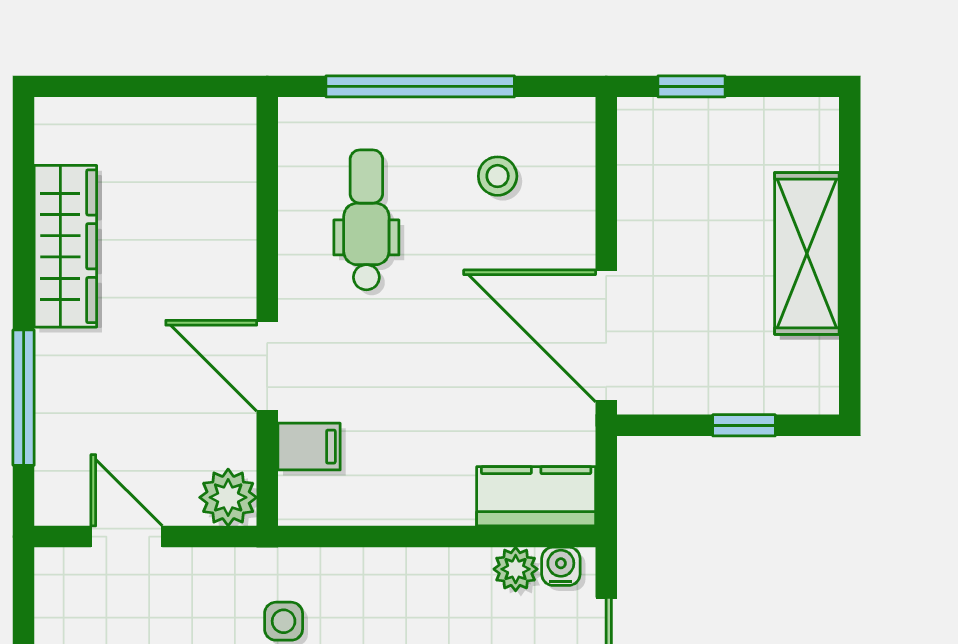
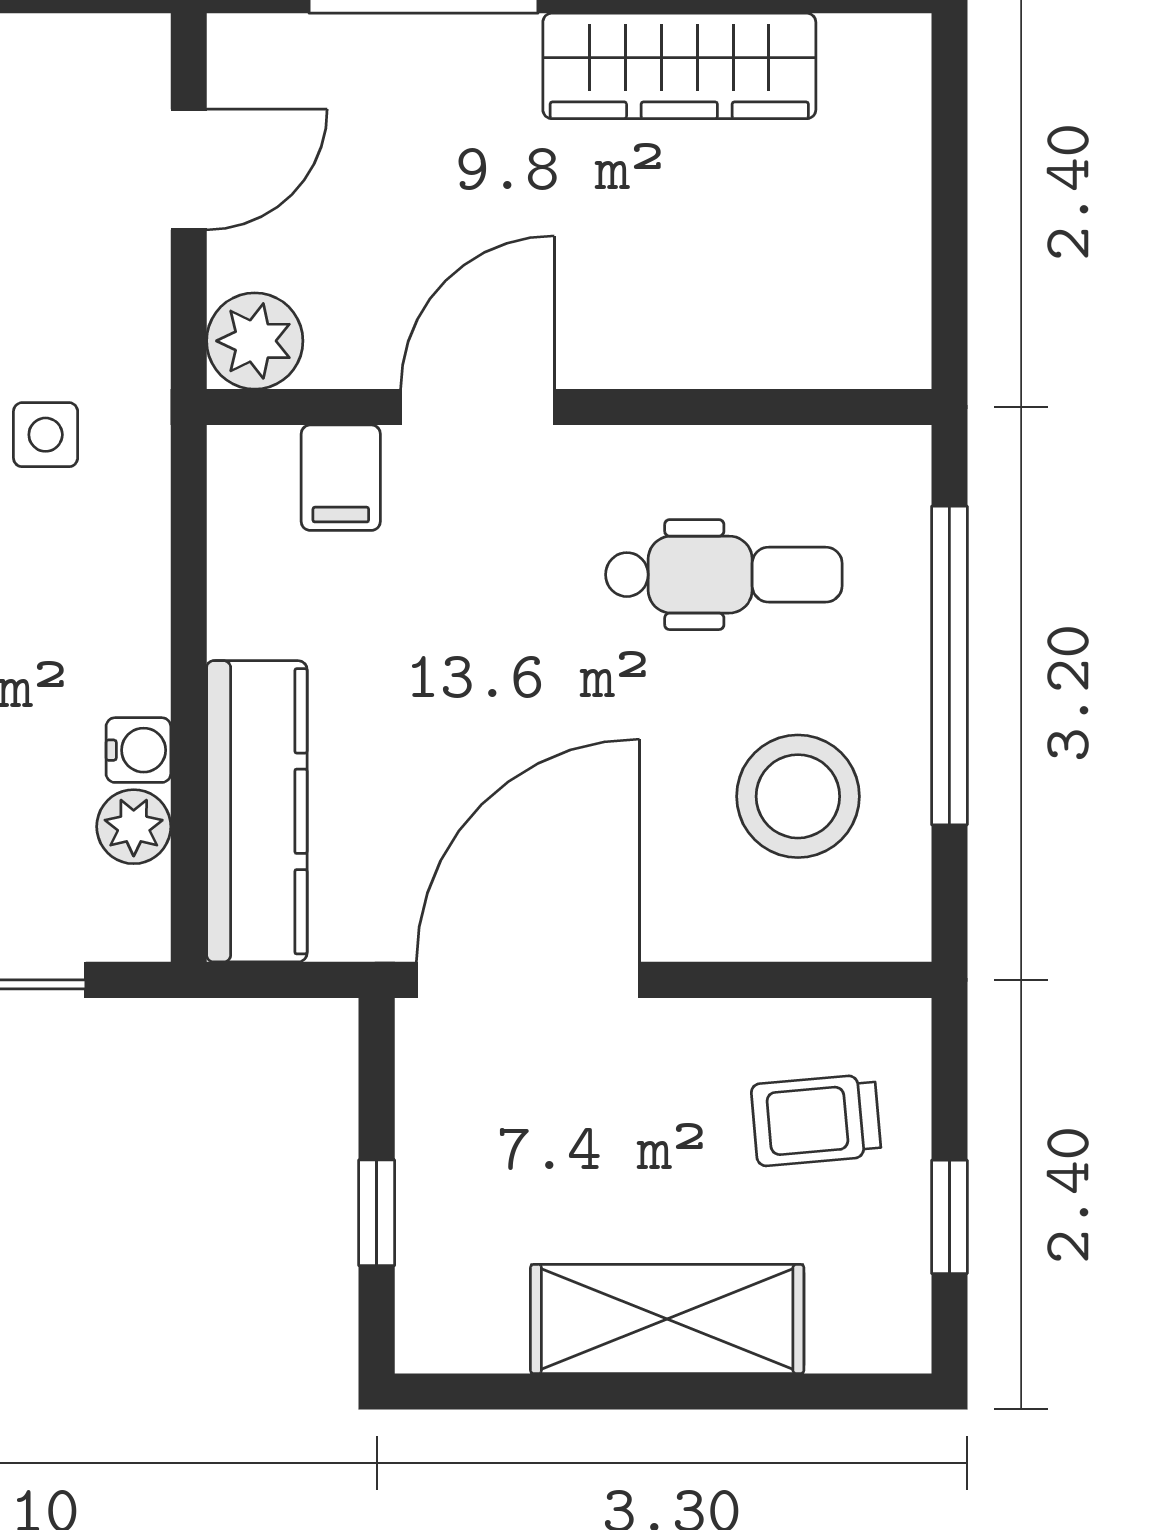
window: (692, 86) -> (949, 1217), moved
trolley: (689, 165) -> (816, 1120), added
stool: (498, 176) -> (798, 796), width x1.89, depth x1.89
kitchen counter: (536, 496) -> (257, 811), width x1.50
water cooler: (561, 566) -> (138, 750), moved

